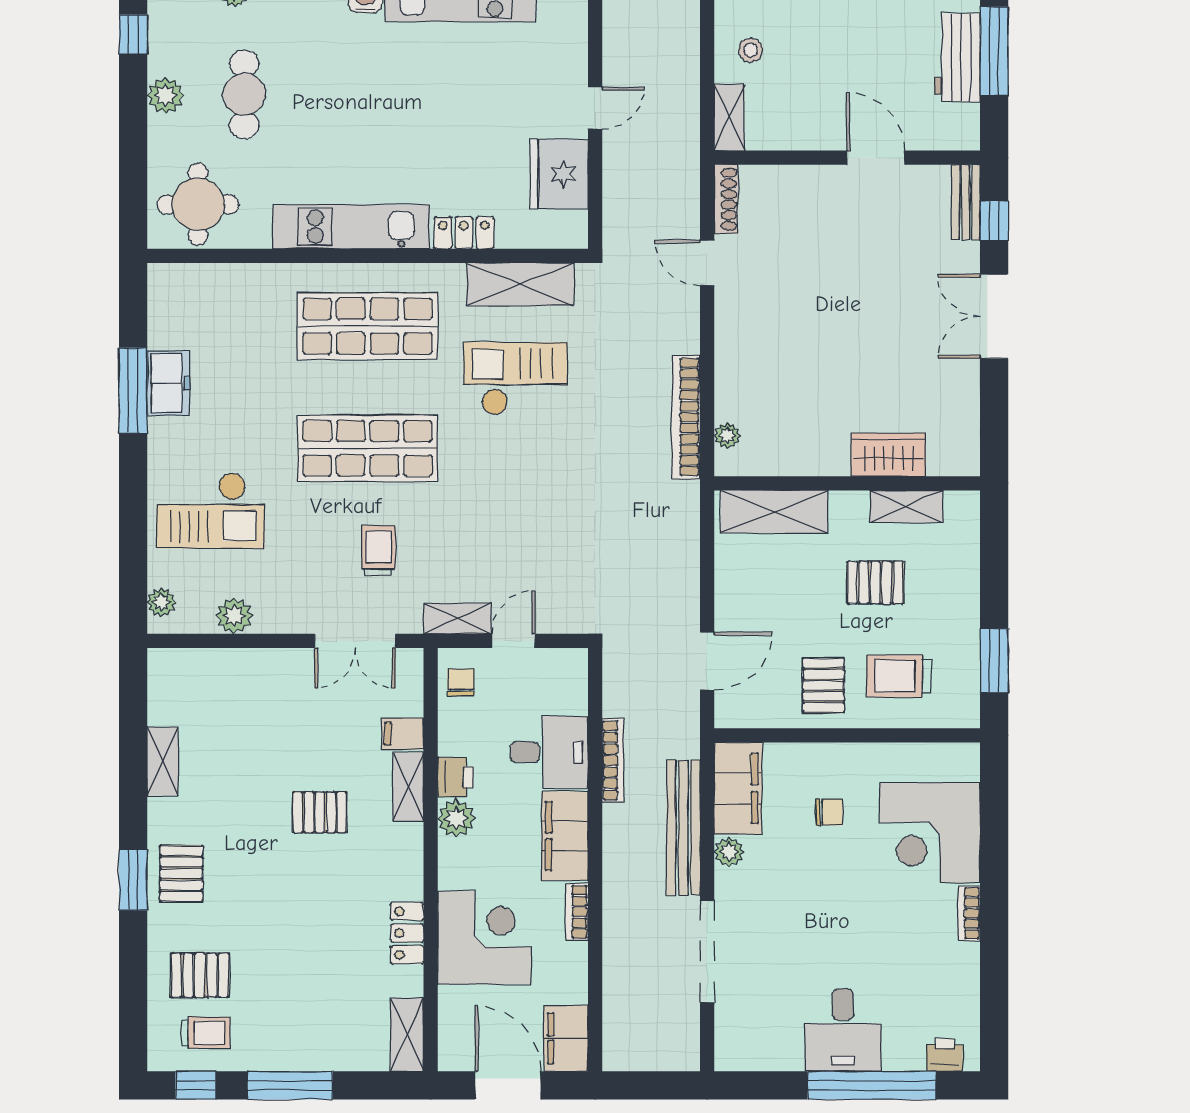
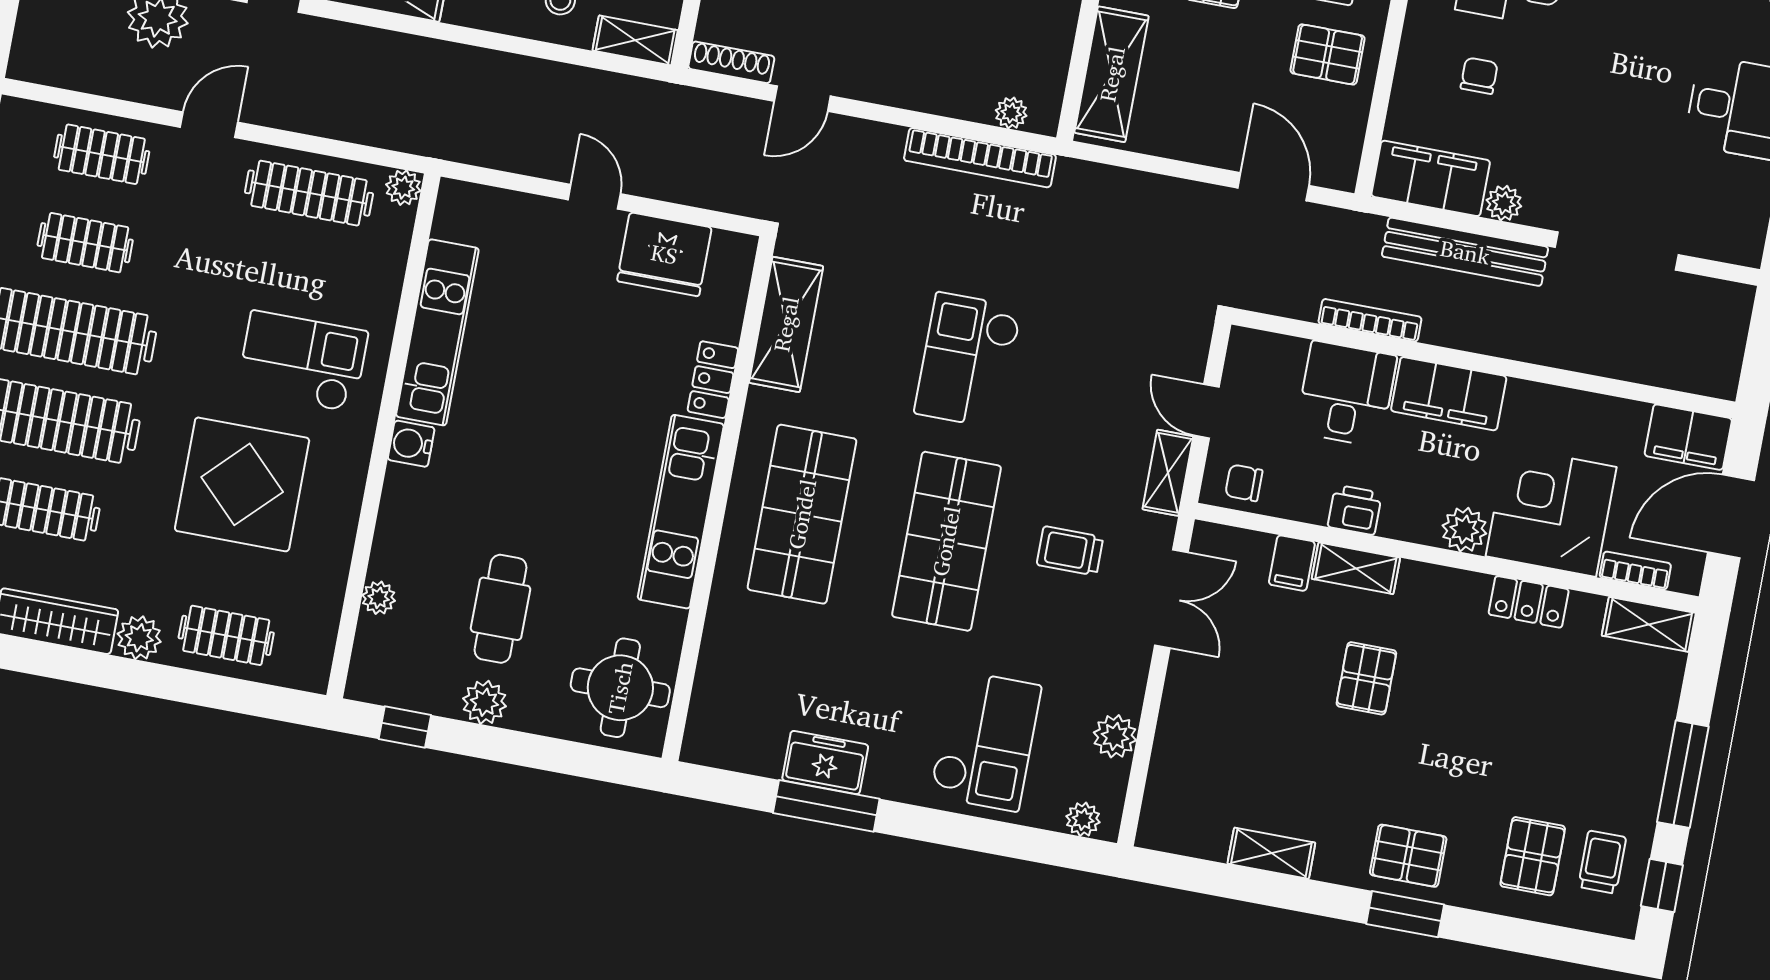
cafe table: (244, 94) -> (500, 609), turned 90
checkout: (515, 379) -> (968, 360), moved
plant: (456, 818) -> (1464, 530), moved
bookcase: (577, 912) -> (1635, 571), moved, turned 180

